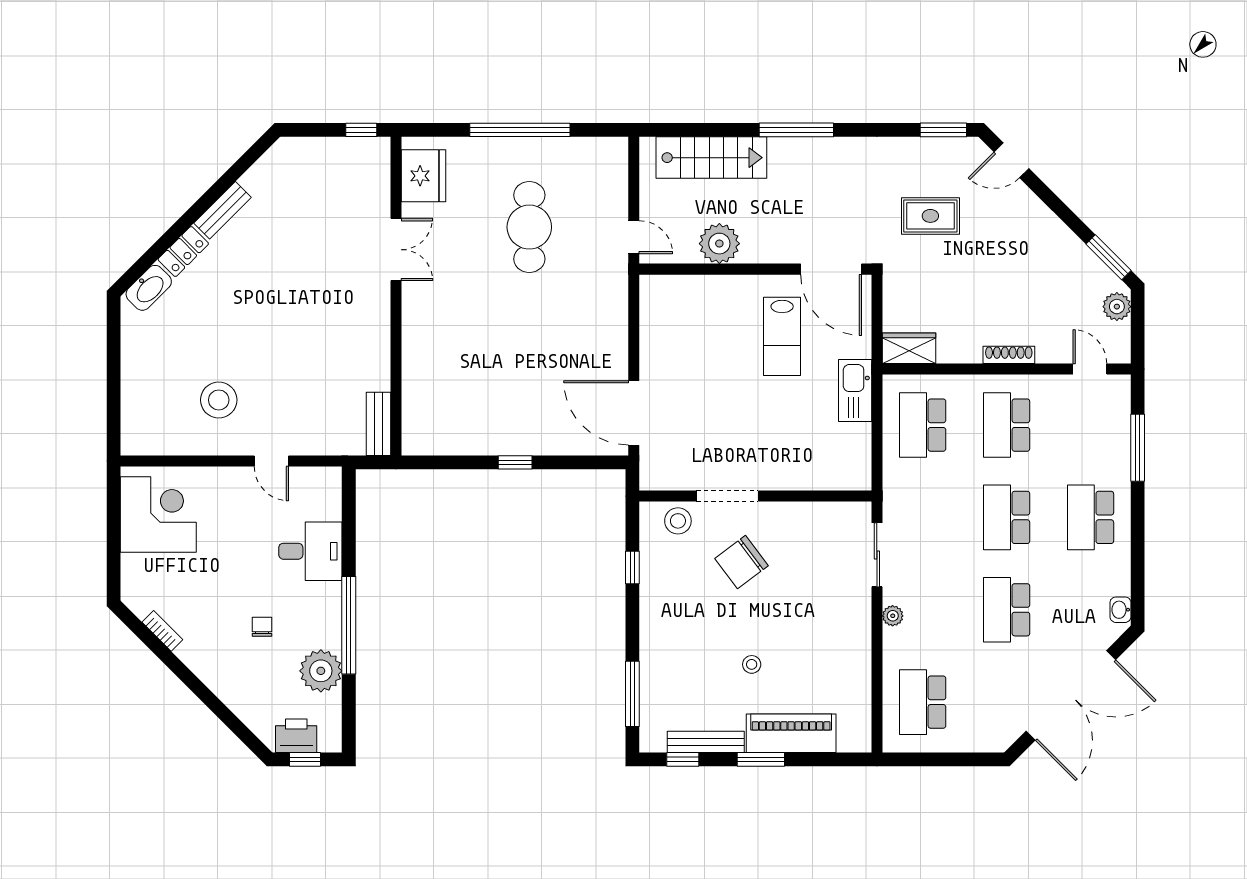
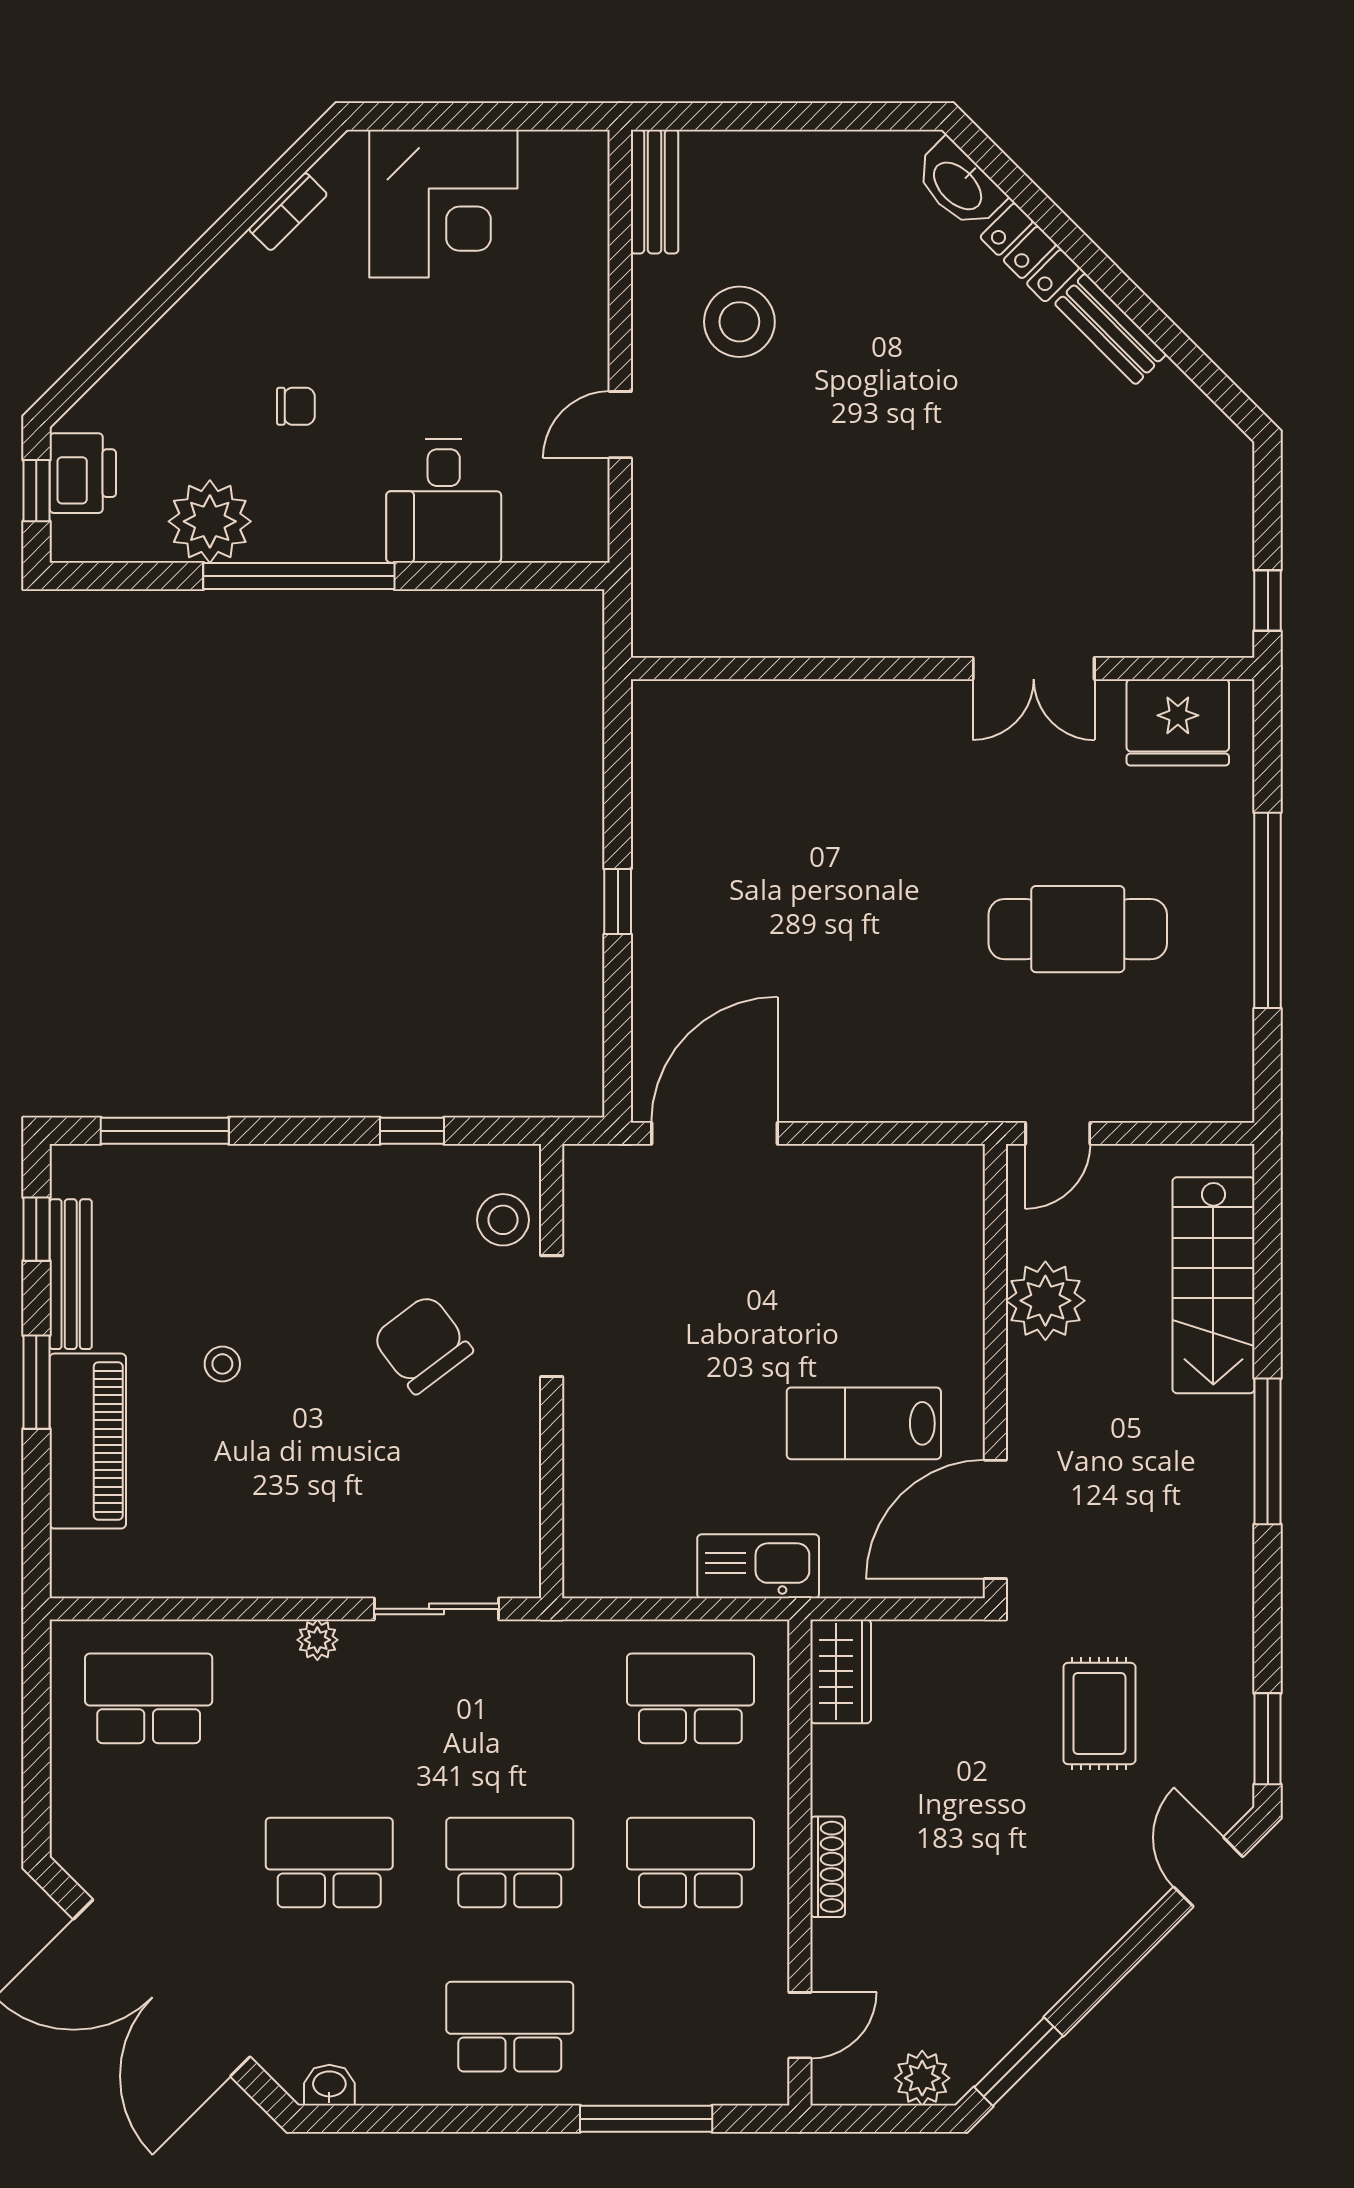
bench: (379, 424) -> (655, 192), moved, turned 90
corner desk: (158, 514) -> (443, 204), moved

